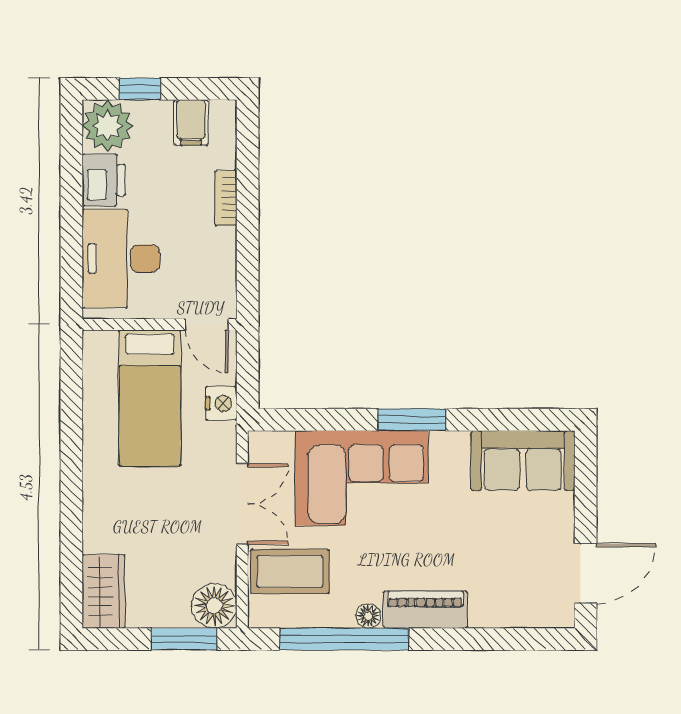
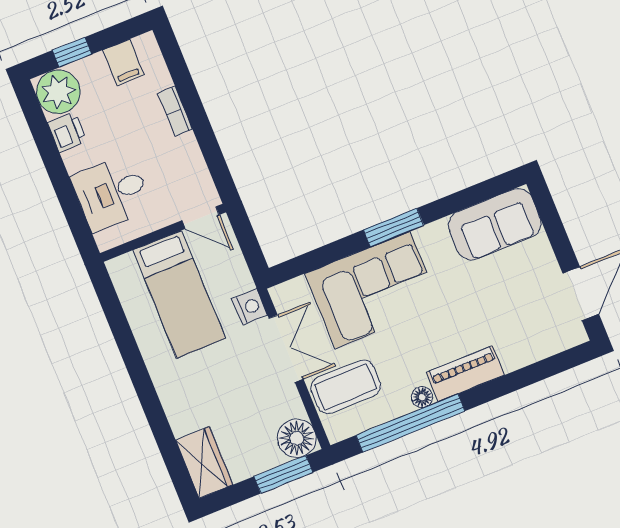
printer: (104, 180) -> (67, 132), width x0.73, depth x0.81
desk: (121, 259) -> (111, 193), width x0.73
nightstand: (221, 403) -> (250, 307), moved

